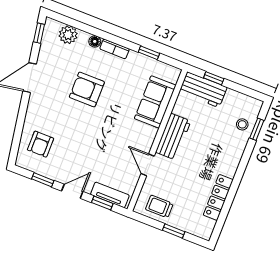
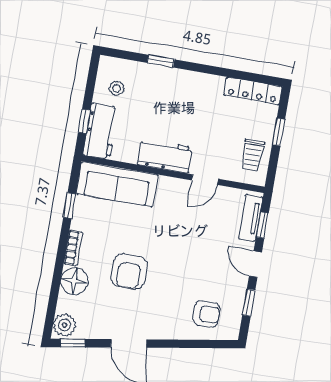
plant: (68, 35) -> (65, 325), moved
floor lamp: (95, 41) -> (74, 281), width x1.89, depth x1.89
sofa: (155, 102) -> (117, 184), width x1.36
stool: (242, 124) -> (117, 88), moved
window: (257, 129) -> (161, 61), moved
locker: (218, 197) -> (253, 91), moved

